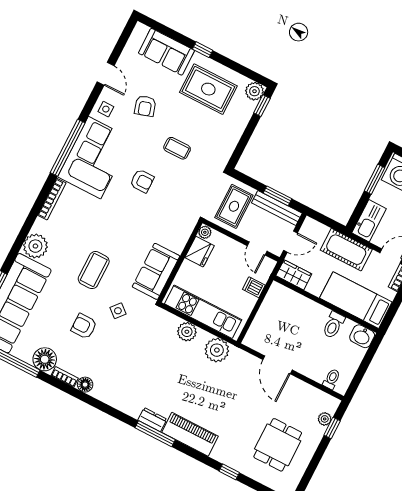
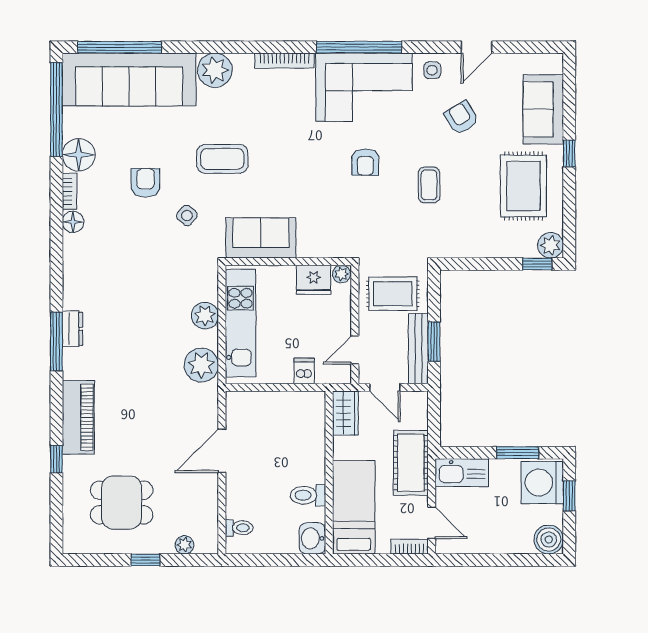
armchair: (145, 106) -> (461, 118), turned 76
window: (332, 428) -> (145, 560), moved
piano: (190, 434) -> (78, 417), moved

